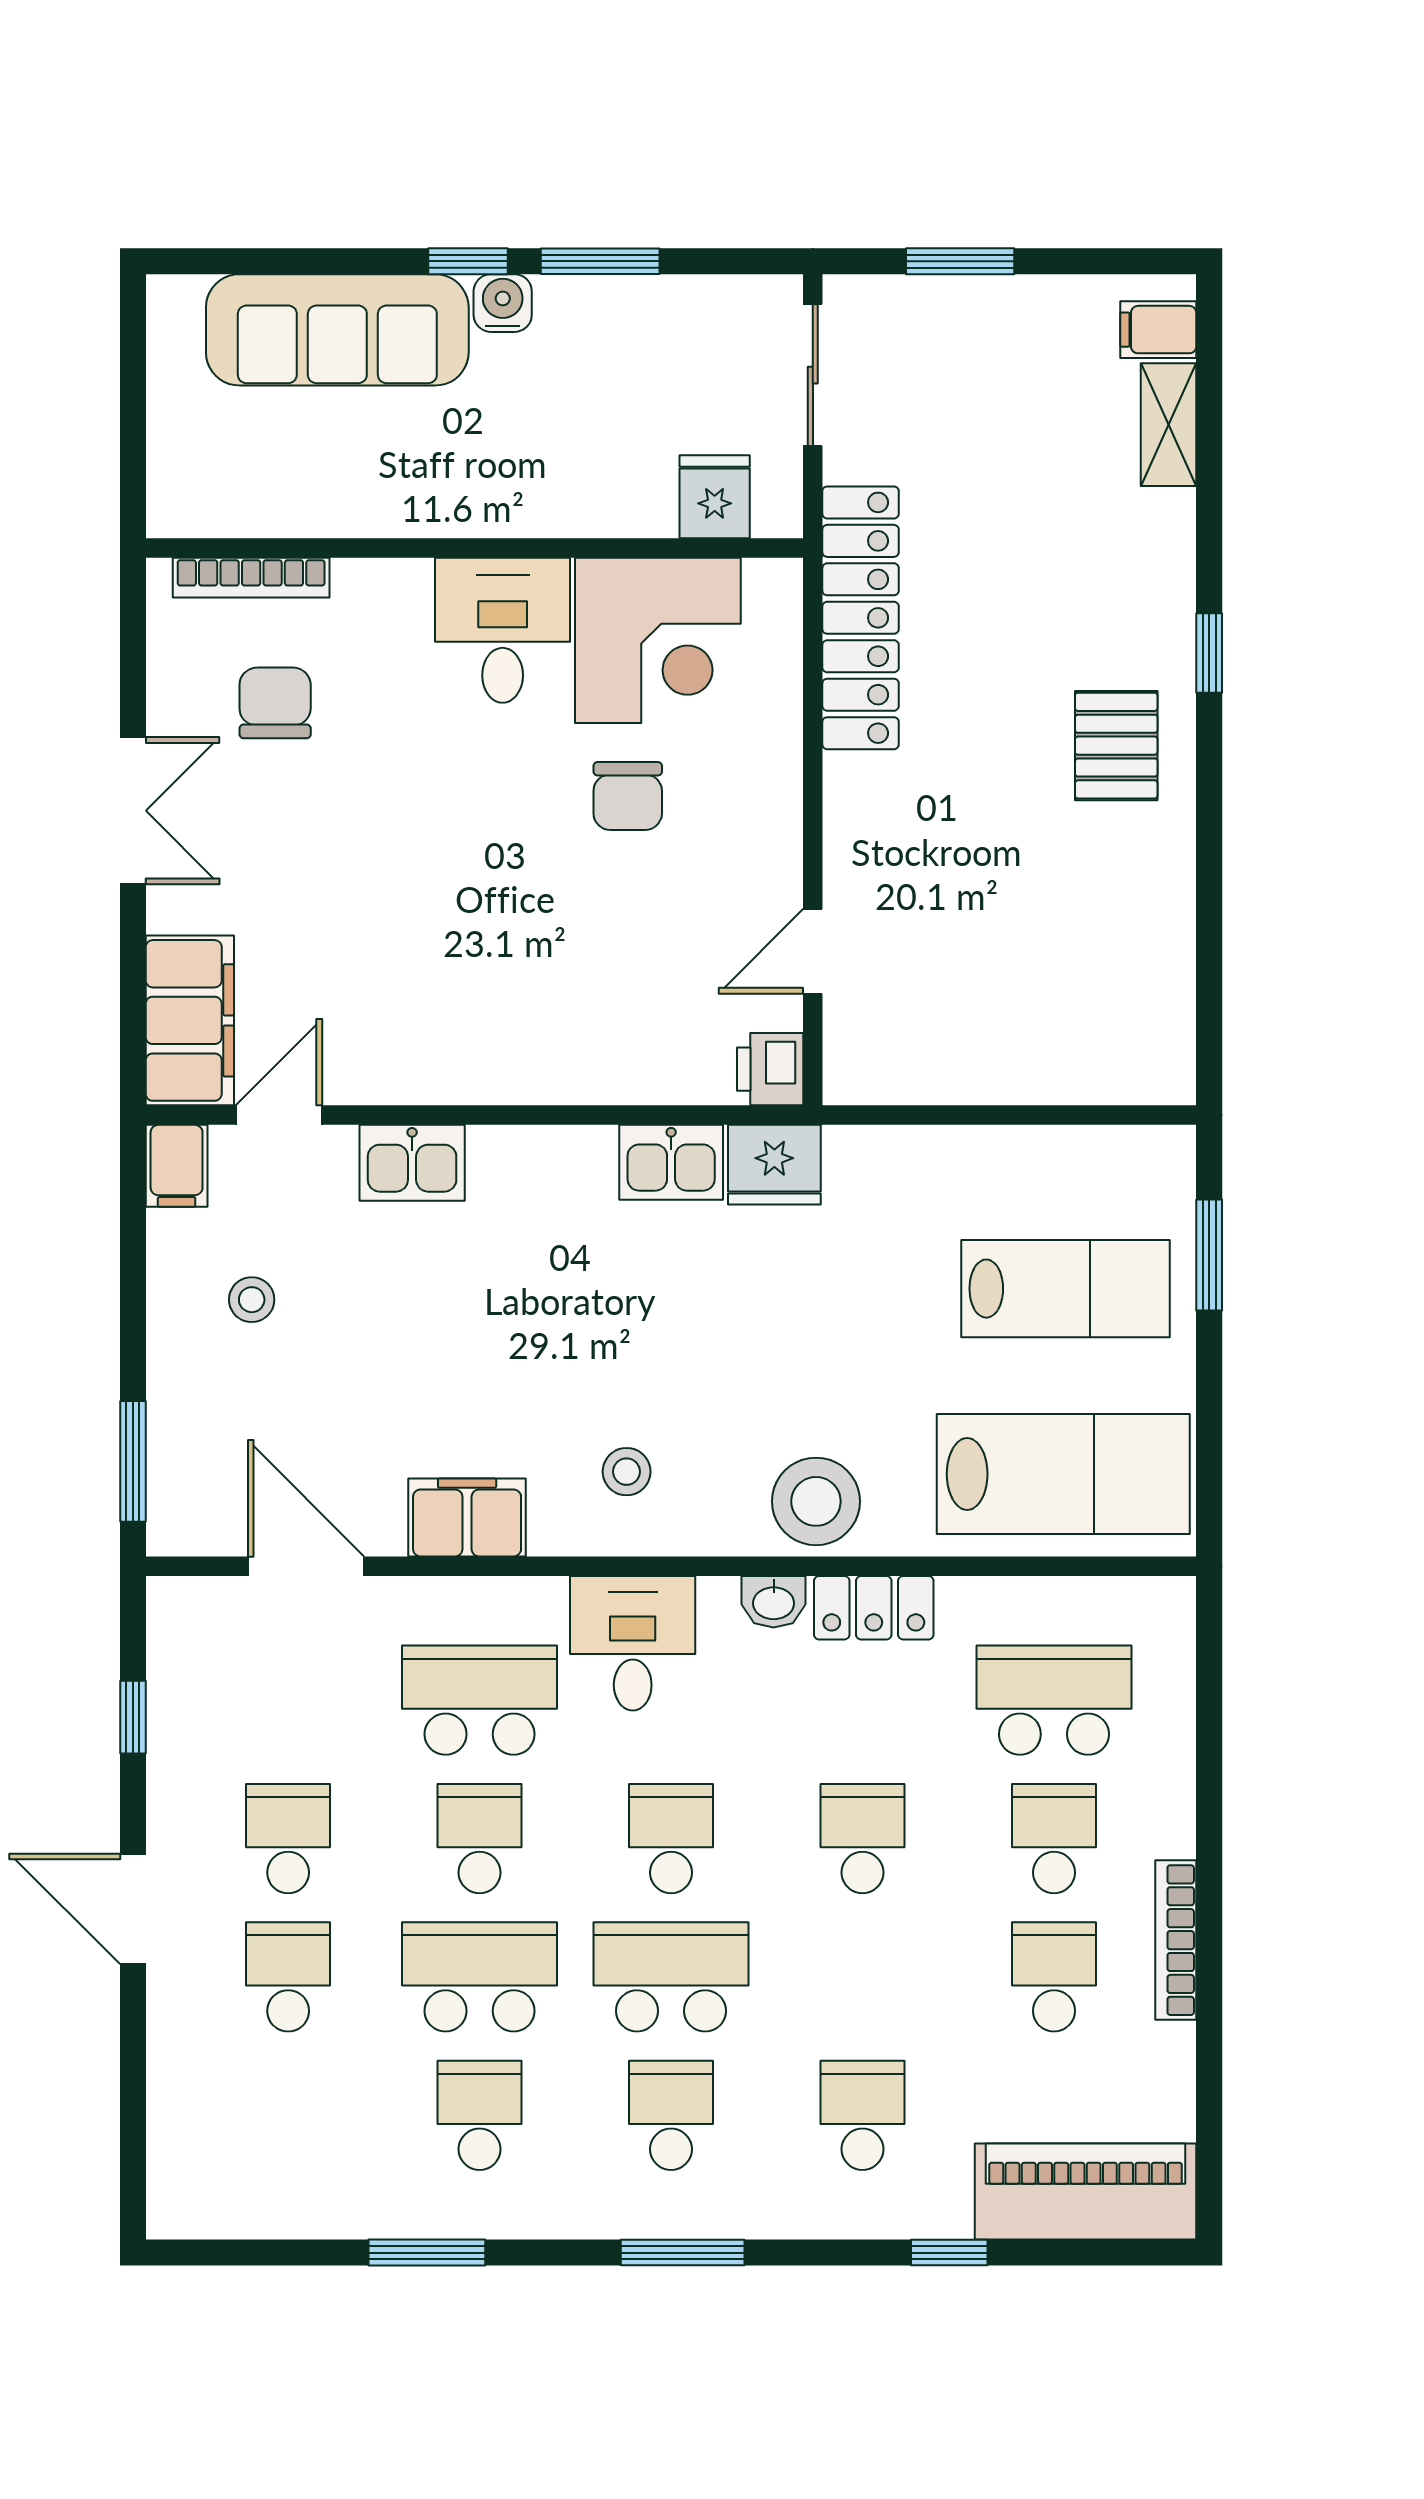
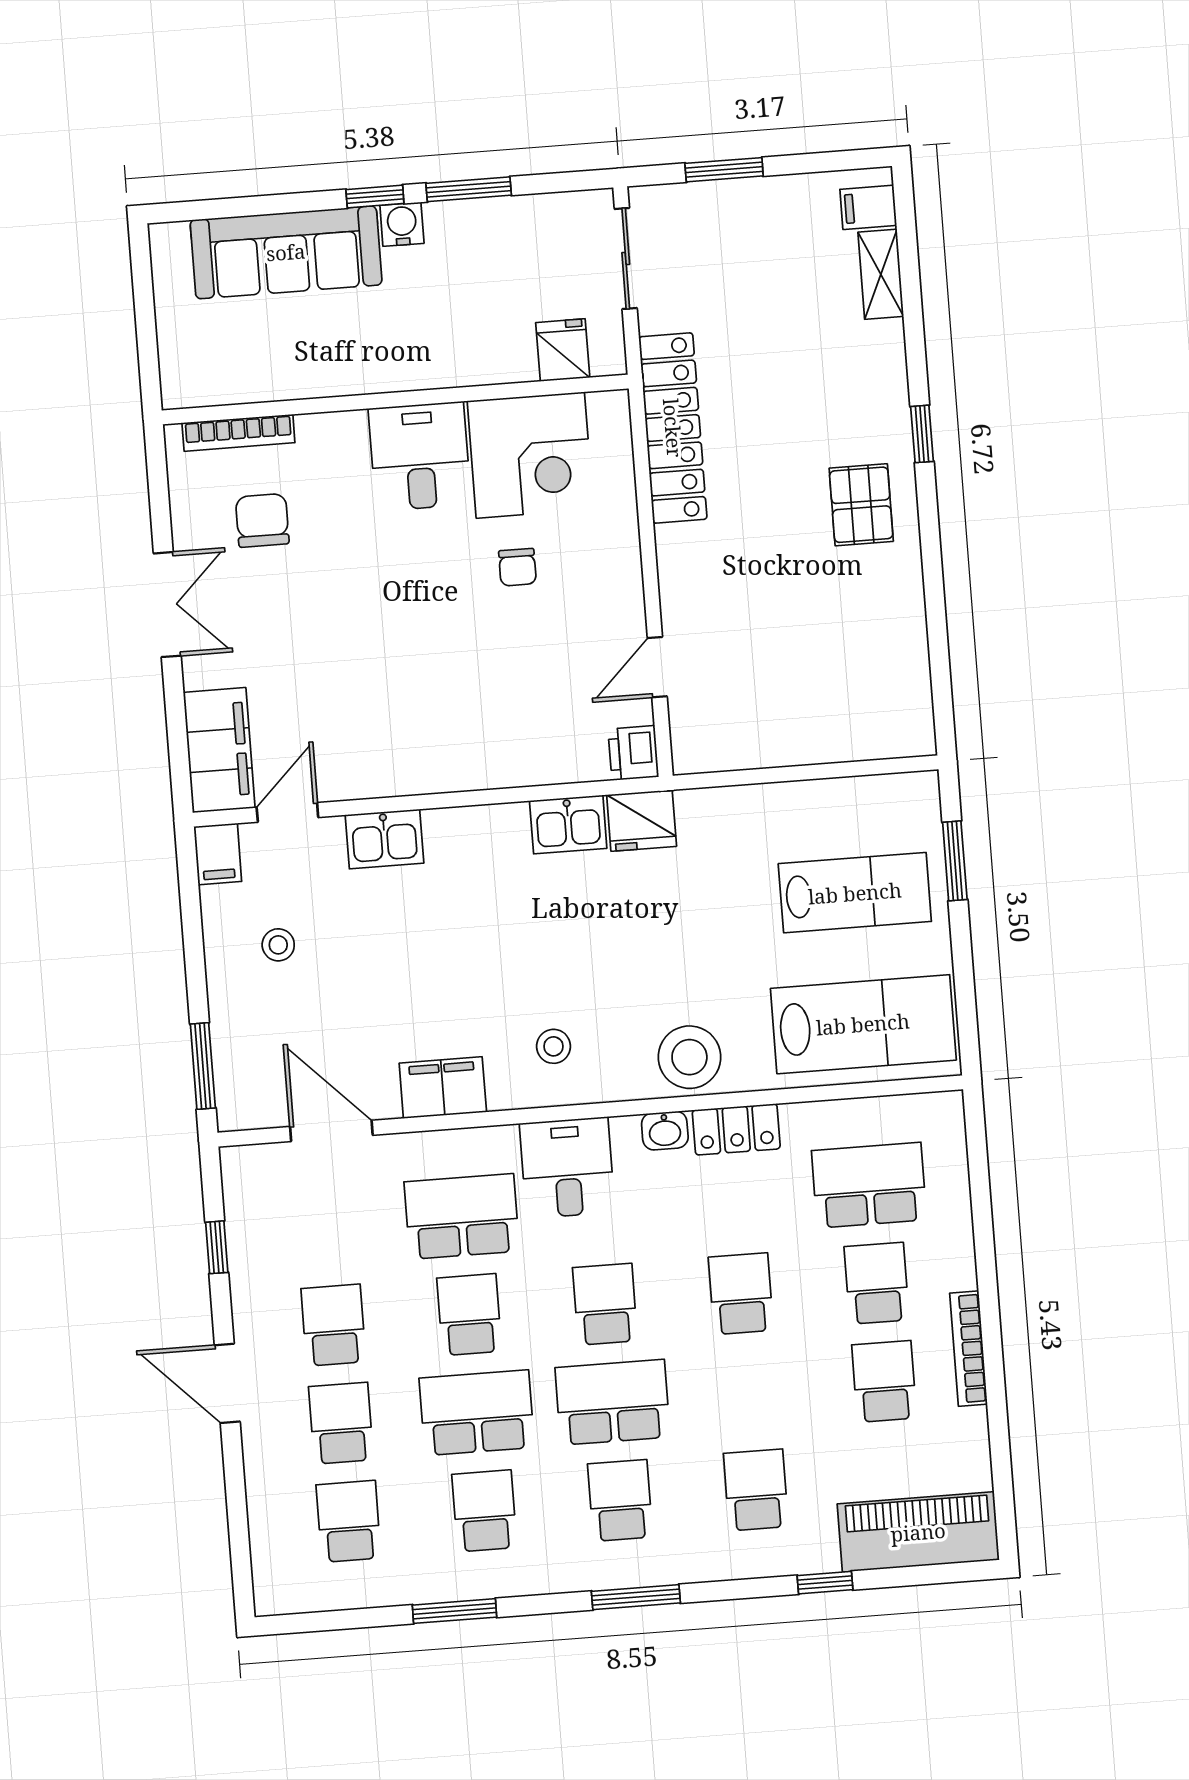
chair: (628, 796) -> (517, 567), width x0.73, depth x0.73
school desk: (288, 2115) -> (349, 1521), added

